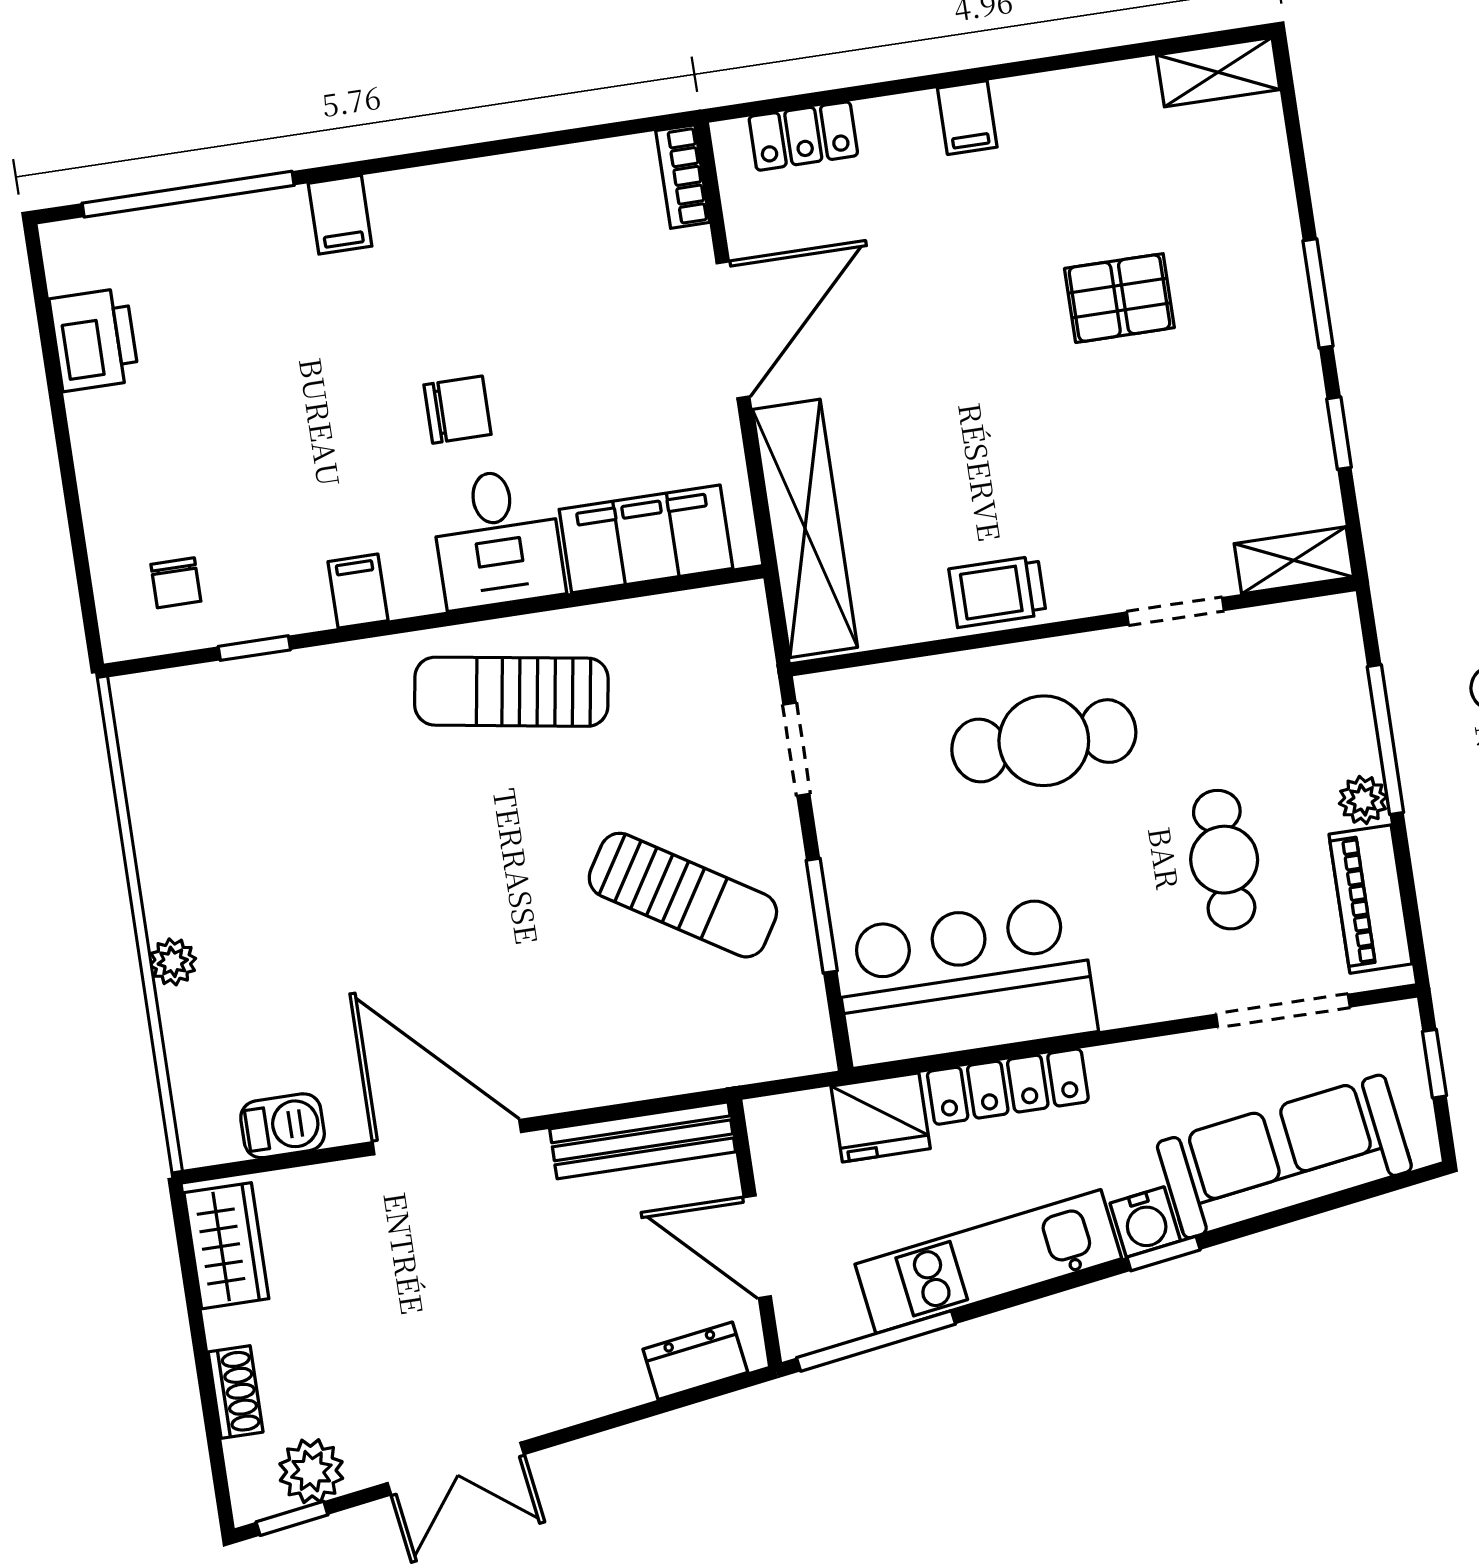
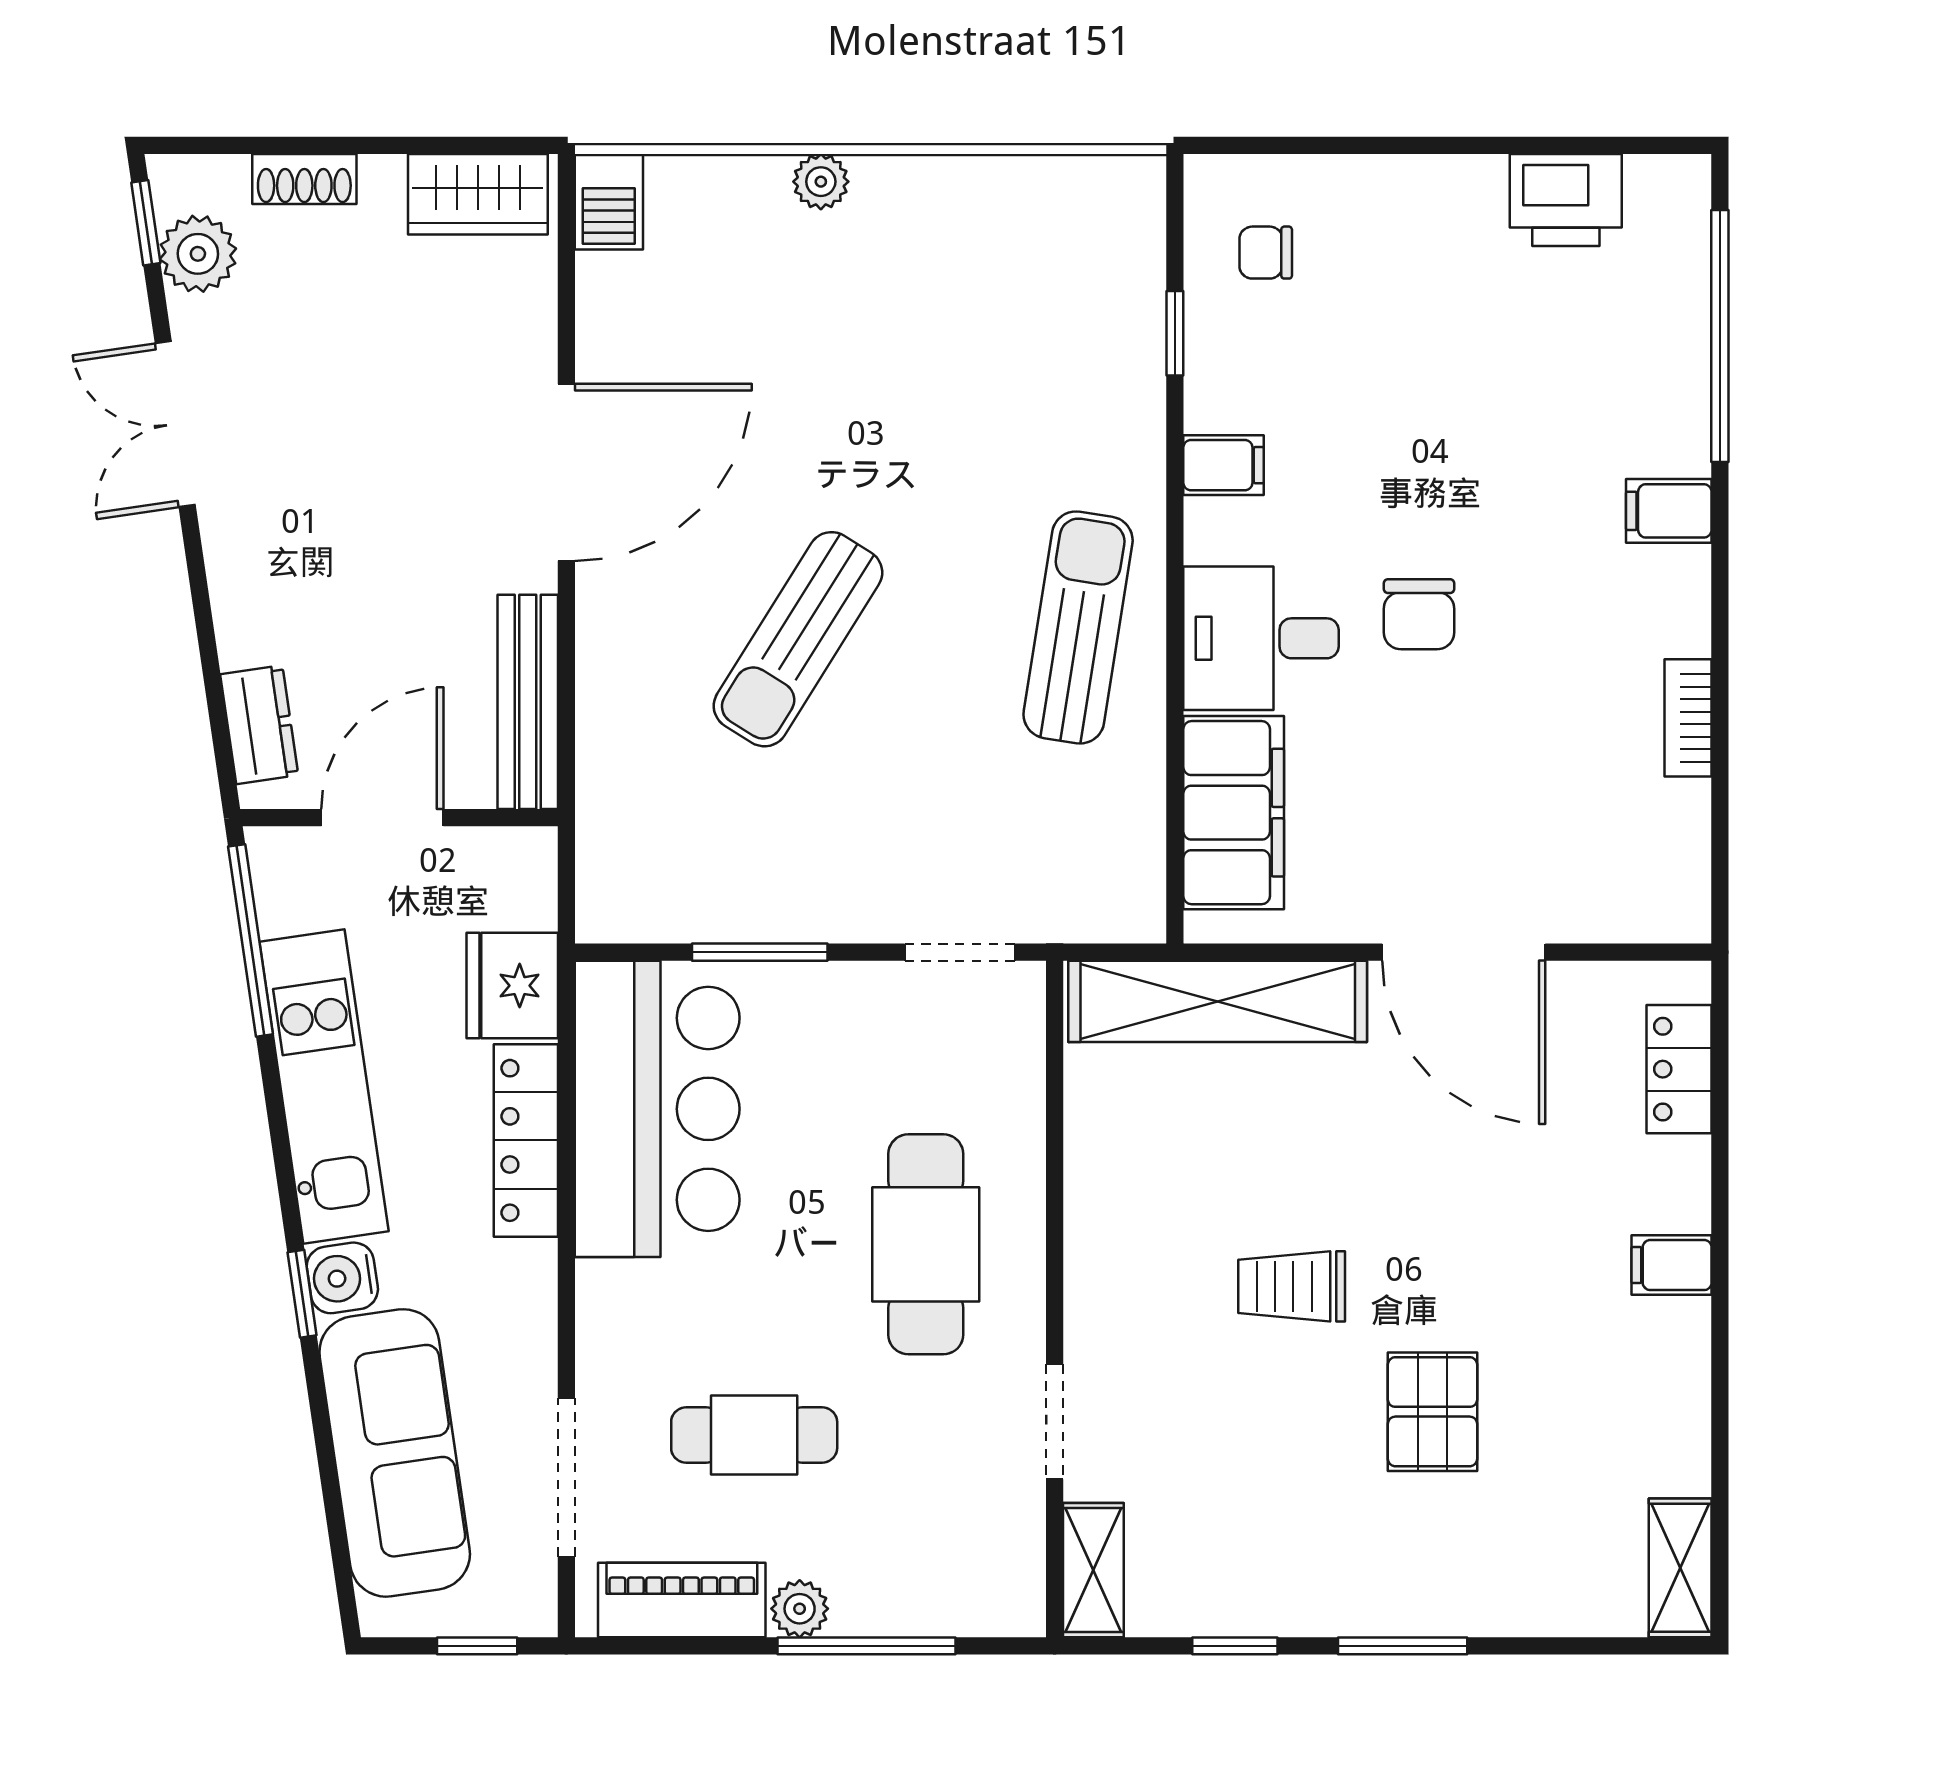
bookcase: (683, 177) -> (1688, 718), moved, turned -90
trolley: (998, 592) -> (1292, 1286), moved, turned -90
sun lounger: (683, 895) -> (798, 639), moved
barbecue: (283, 1126) -> (609, 202), moved

